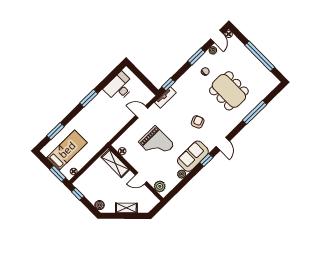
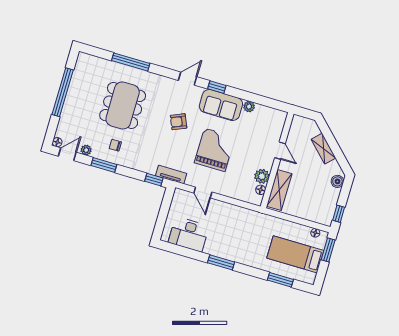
grand piano: (156, 143) -> (215, 150), moved
plant: (160, 186) -> (262, 176), moved

